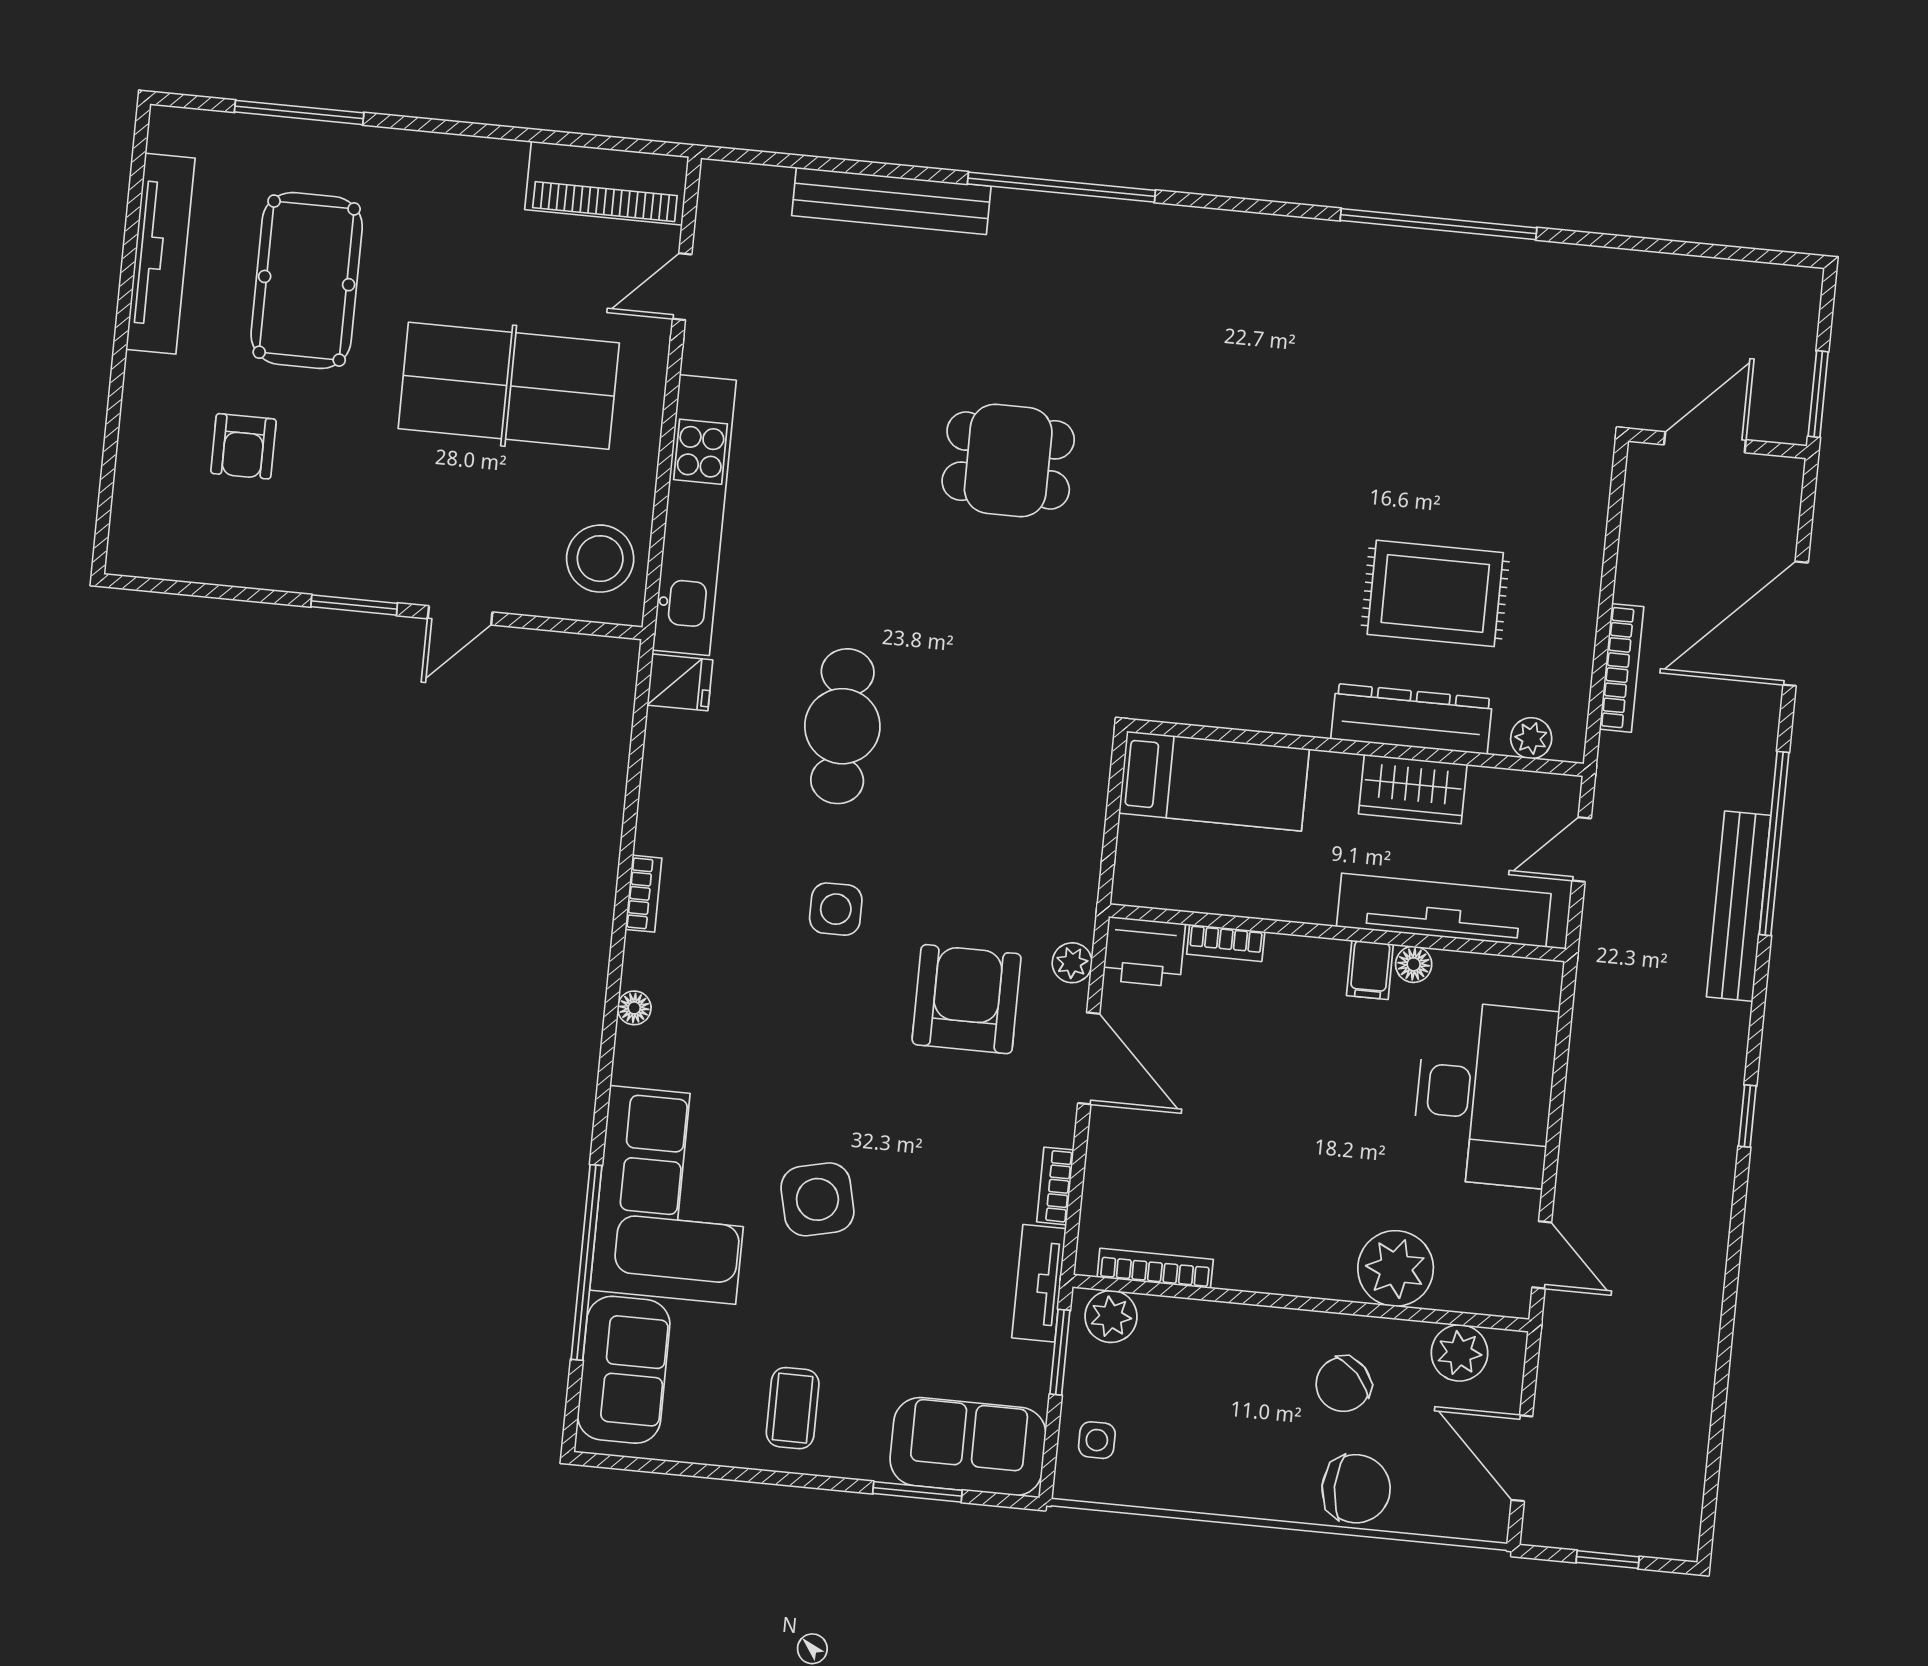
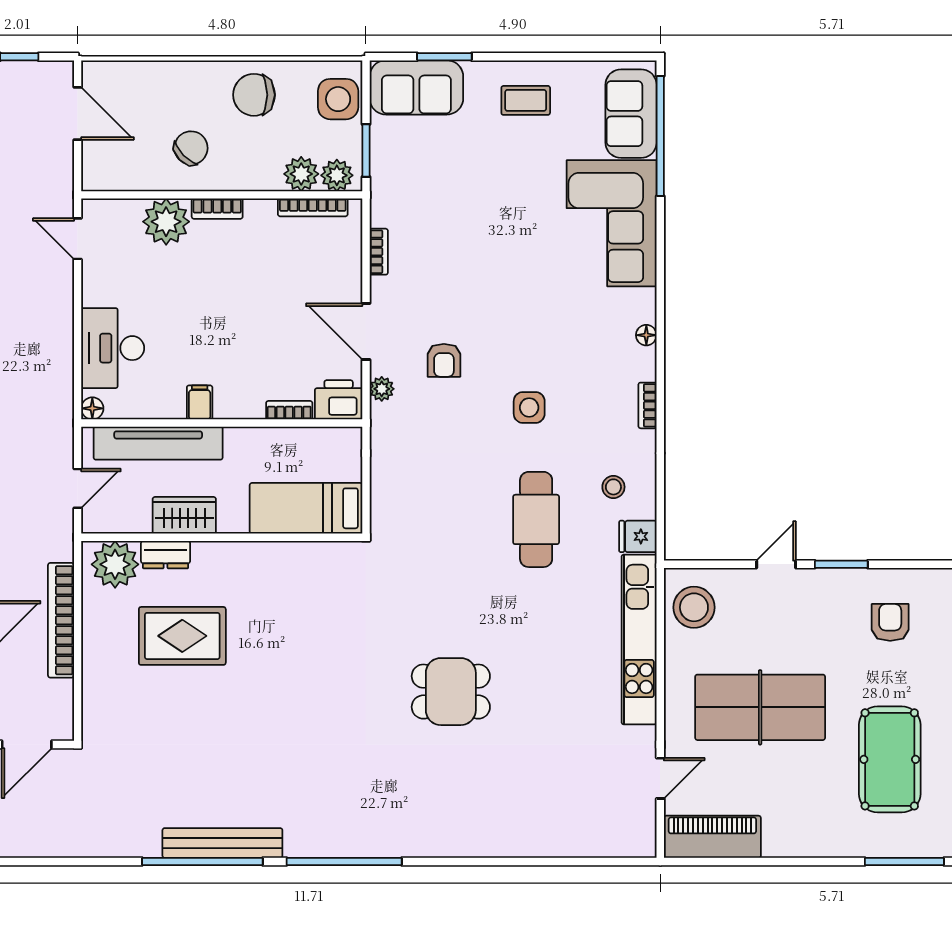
window: (1061, 187) -> (344, 862), moved
bench: (891, 201) -> (222, 843), moved
armchair: (244, 446) -> (890, 622), moved
bookcase: (1622, 668) -> (61, 620), width x1.48, depth x1.31
dresser: (1412, 719) -> (166, 555), width x0.51, depth x0.80
plant: (1531, 738) -> (115, 564), width x1.88, depth x1.88
stool: (712, 767) -> (613, 487), added
floor lamp: (1414, 964) -> (92, 408), moved
armchair: (967, 999) -> (444, 360), width x0.53, depth x0.53
desk: (1485, 1094) -> (113, 348), width x0.73, depth x0.77
side table: (817, 1199) -> (523, 229), removed
window: (586, 1262) -> (660, 136), moved
bookcase: (1311, 1281) -> (217, 209), added
tv unit: (1039, 1283) -> (383, 191), removed
plant: (1459, 1353) -> (301, 174), moved
coffee table: (793, 1408) -> (526, 100), turned 90
side table: (1097, 1440) -> (338, 99), width x1.87, depth x1.87
chair: (1356, 1489) -> (254, 95), moved

